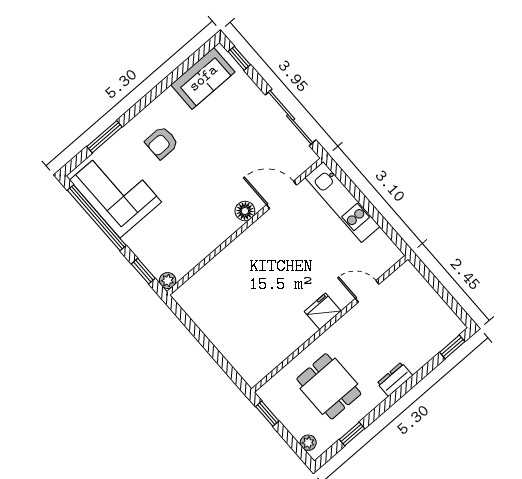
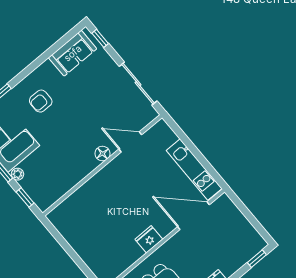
kitchen unit: (343, 202) -> (194, 169), moved
plant: (168, 281) -> (17, 174), moved
door: (367, 291) -> (194, 216), width x1.87
fridge: (323, 311) -> (149, 239), moved

